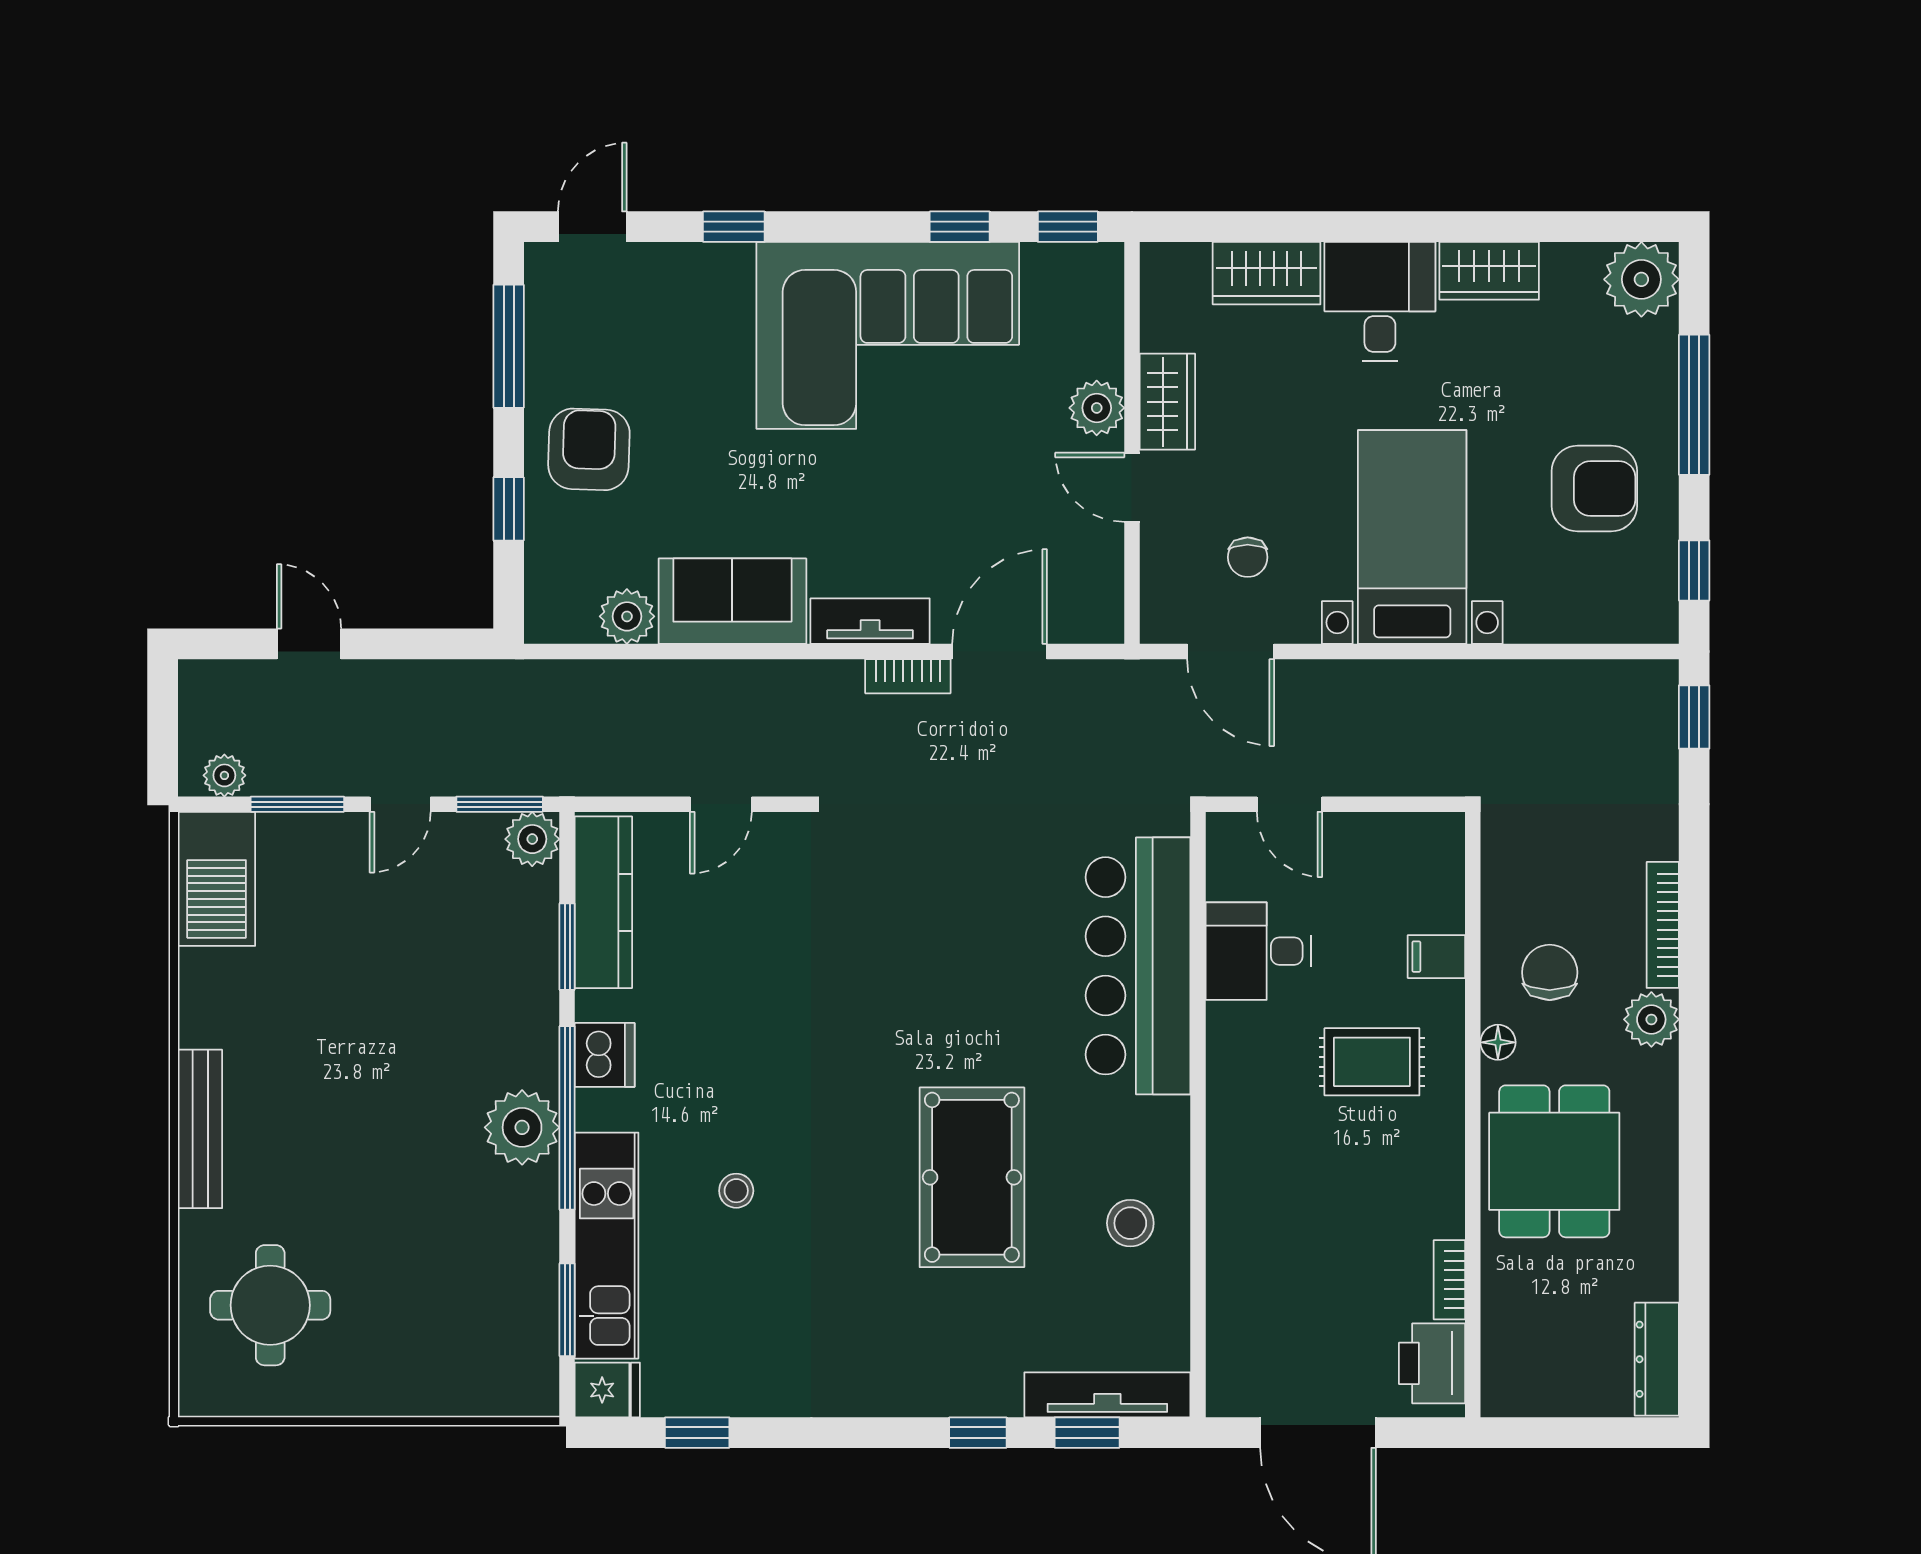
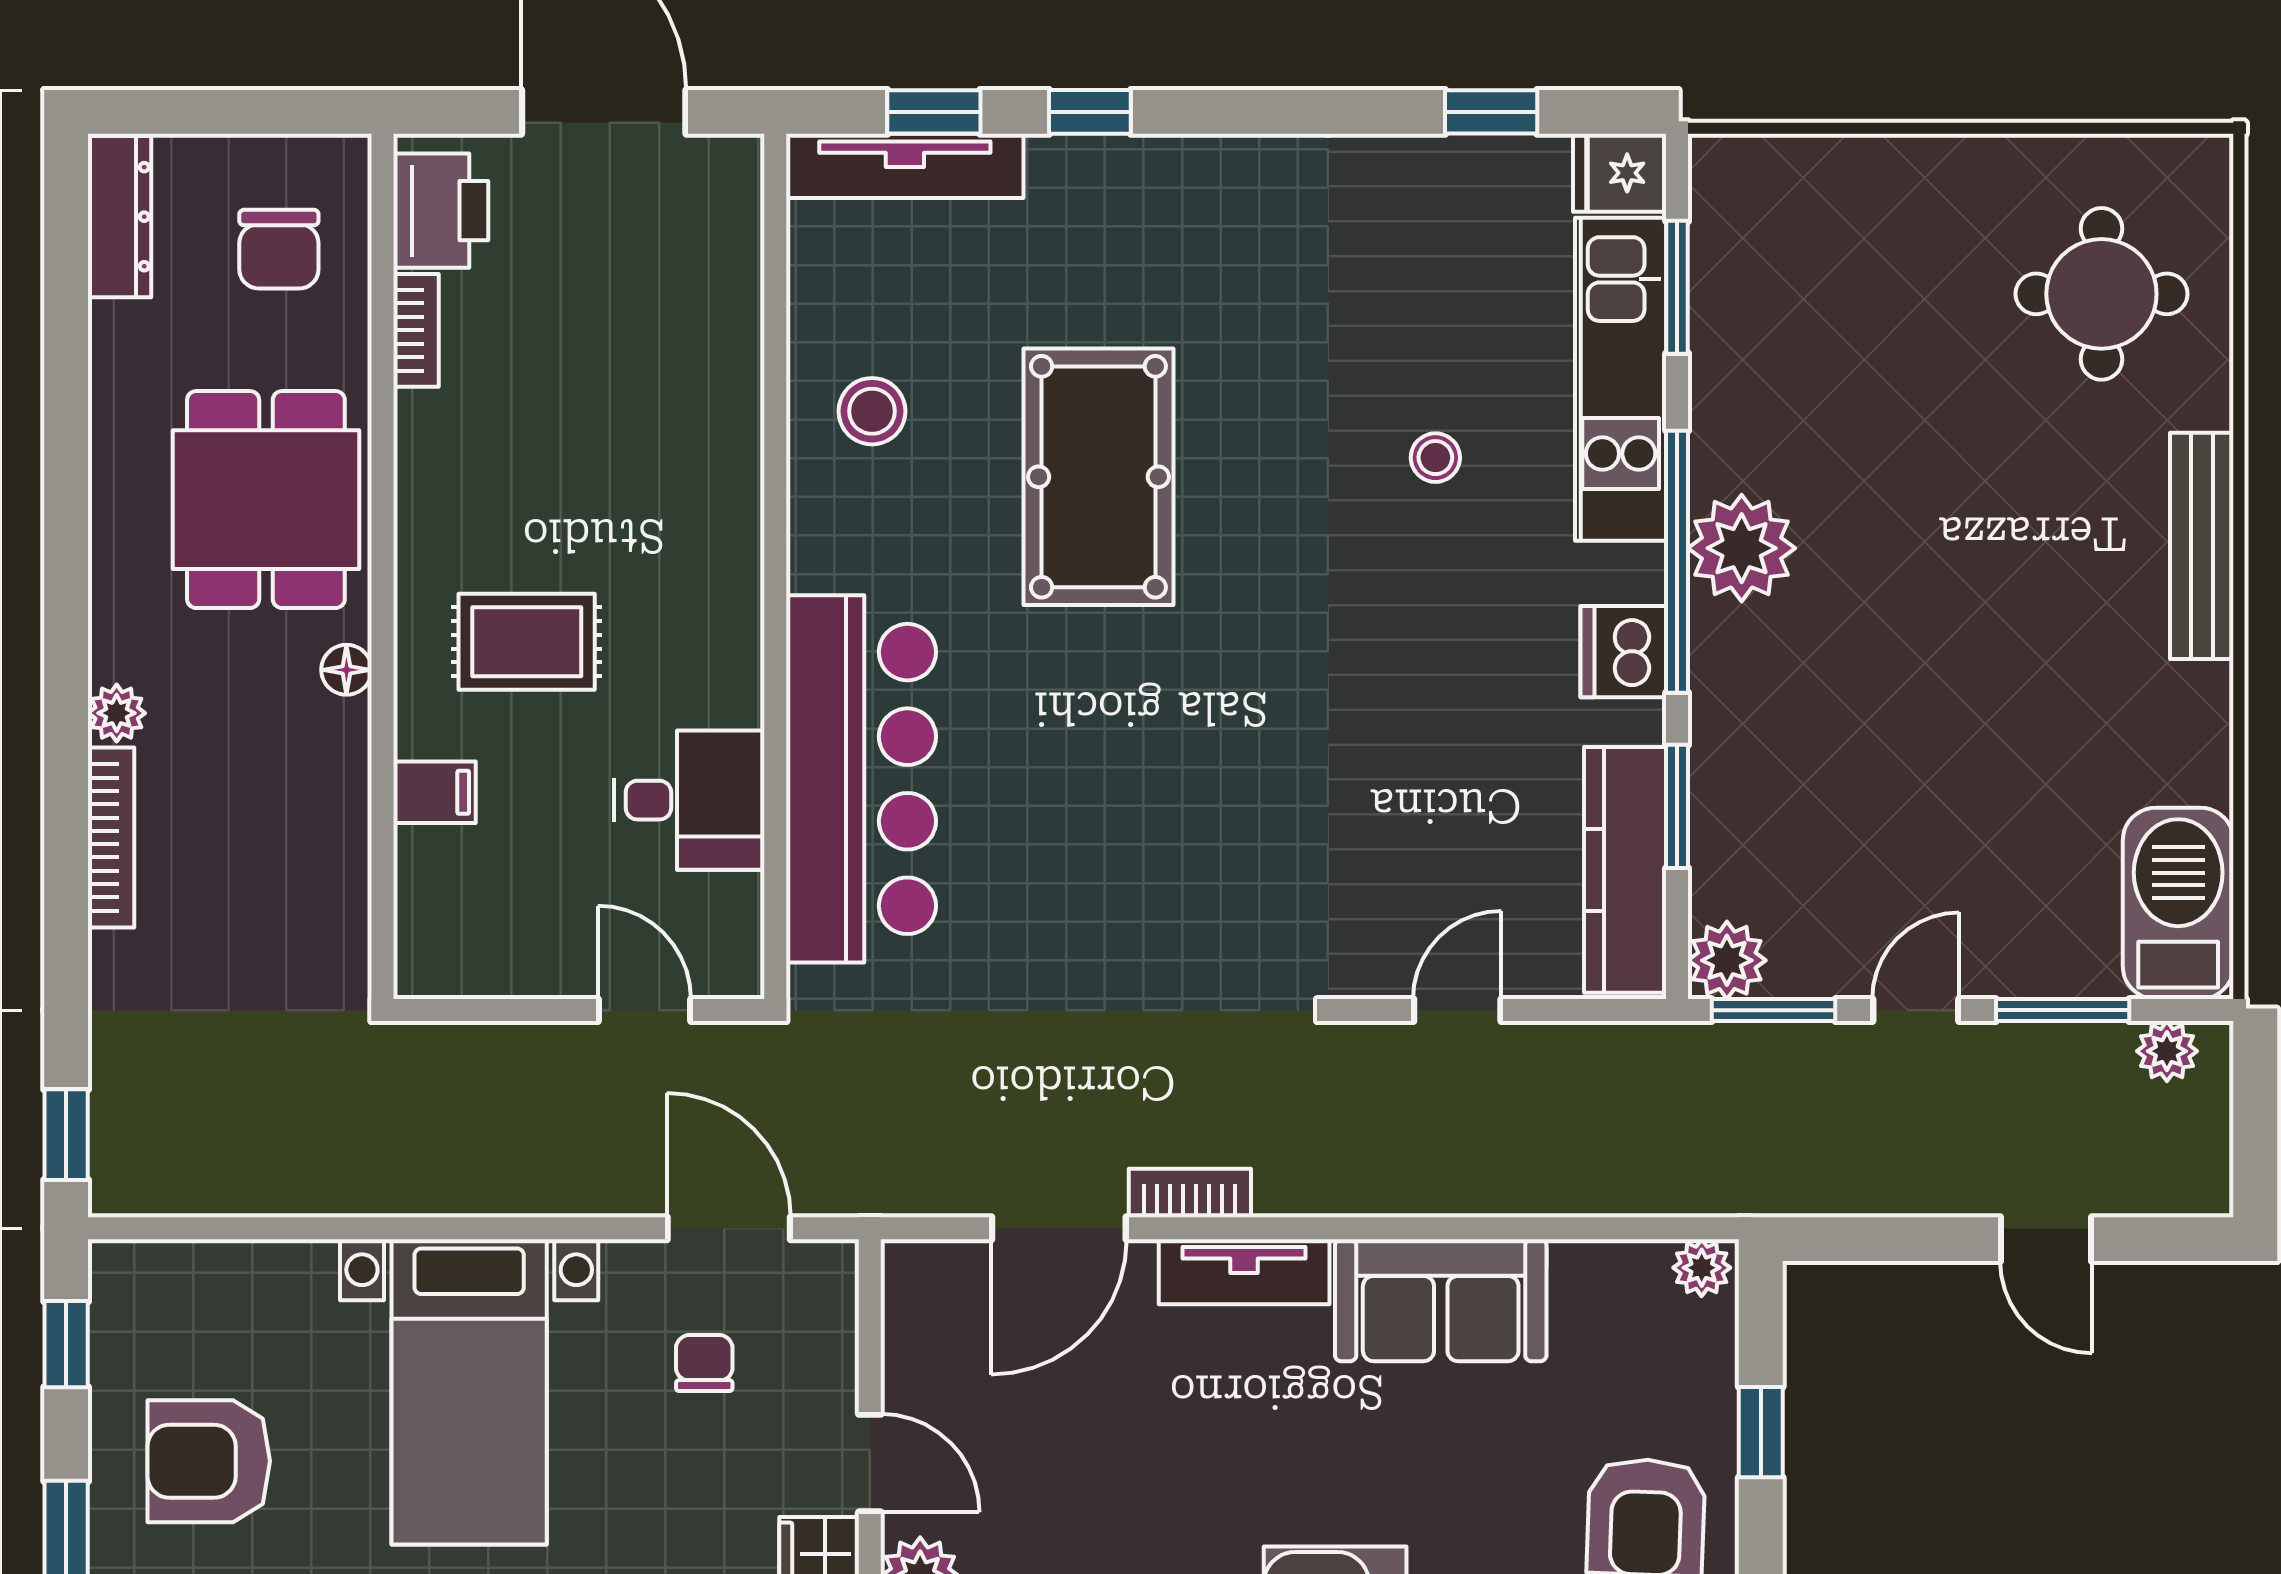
plant: (627, 616) -> (1702, 1268), moved, width x0.73, depth x0.73
chair: (1550, 972) -> (279, 249), moved
plant: (1651, 1019) -> (117, 713), width x0.73, depth x0.73

